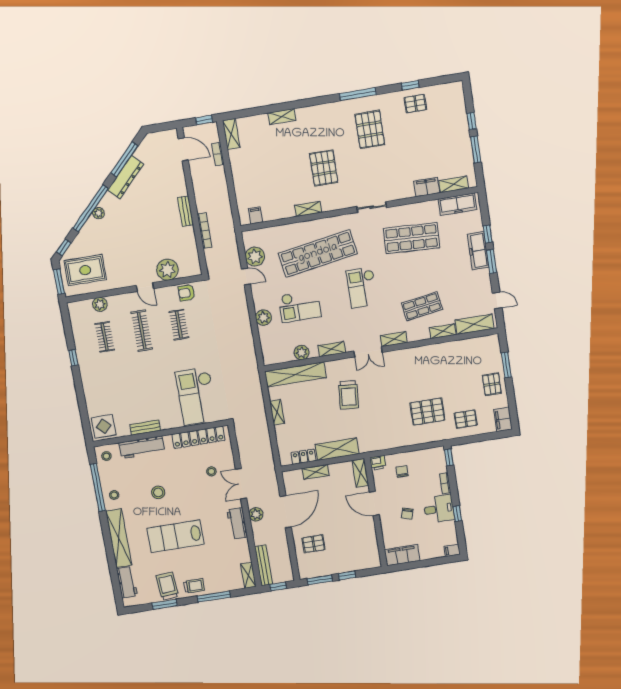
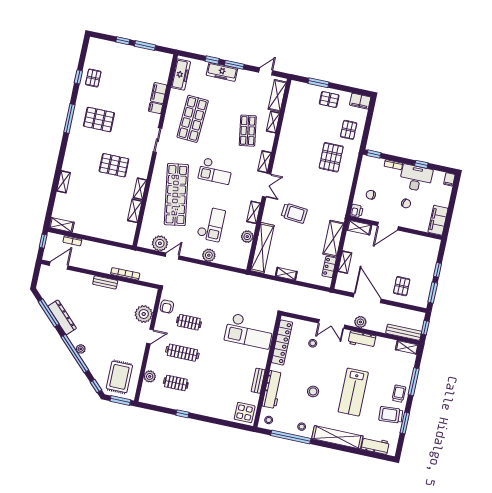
shelving: (453, 184) -> (135, 211), moved
filing cabinet: (256, 216) -> (155, 108), moved
desk: (439, 509) -> (416, 178), width x1.37

